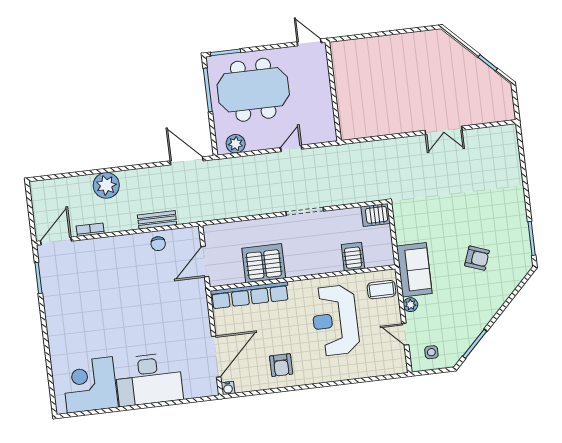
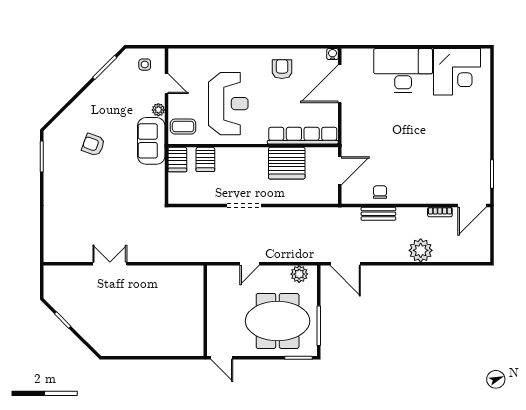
server rack: (376, 215) -> (177, 160), moved, turned 90

